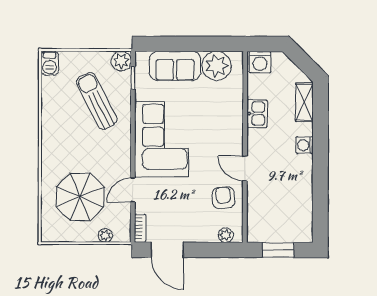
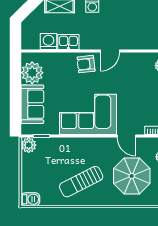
washing machine: (260, 62) -> (49, 42), moved, turned -90
sun lounger: (97, 101) -> (81, 182), moved
armchair: (224, 198) -> (86, 64), moved

